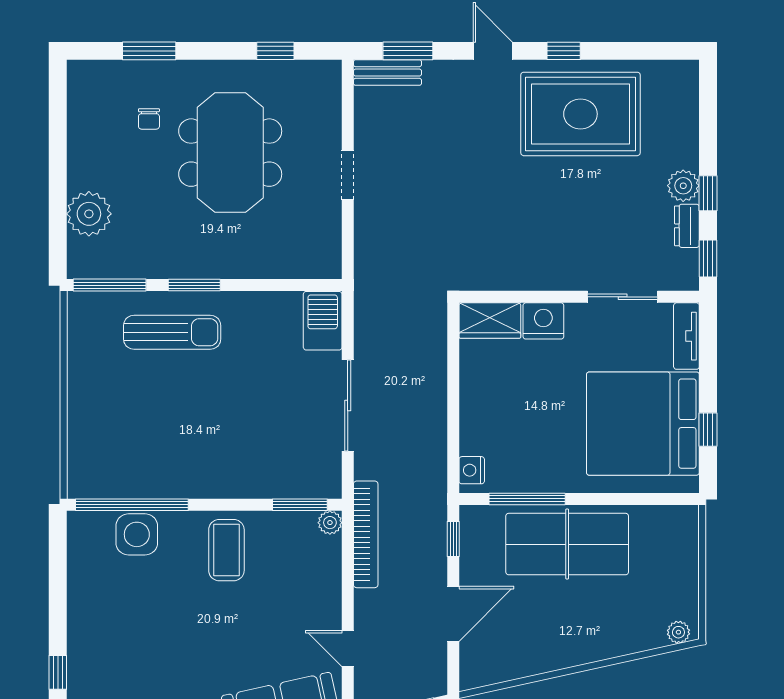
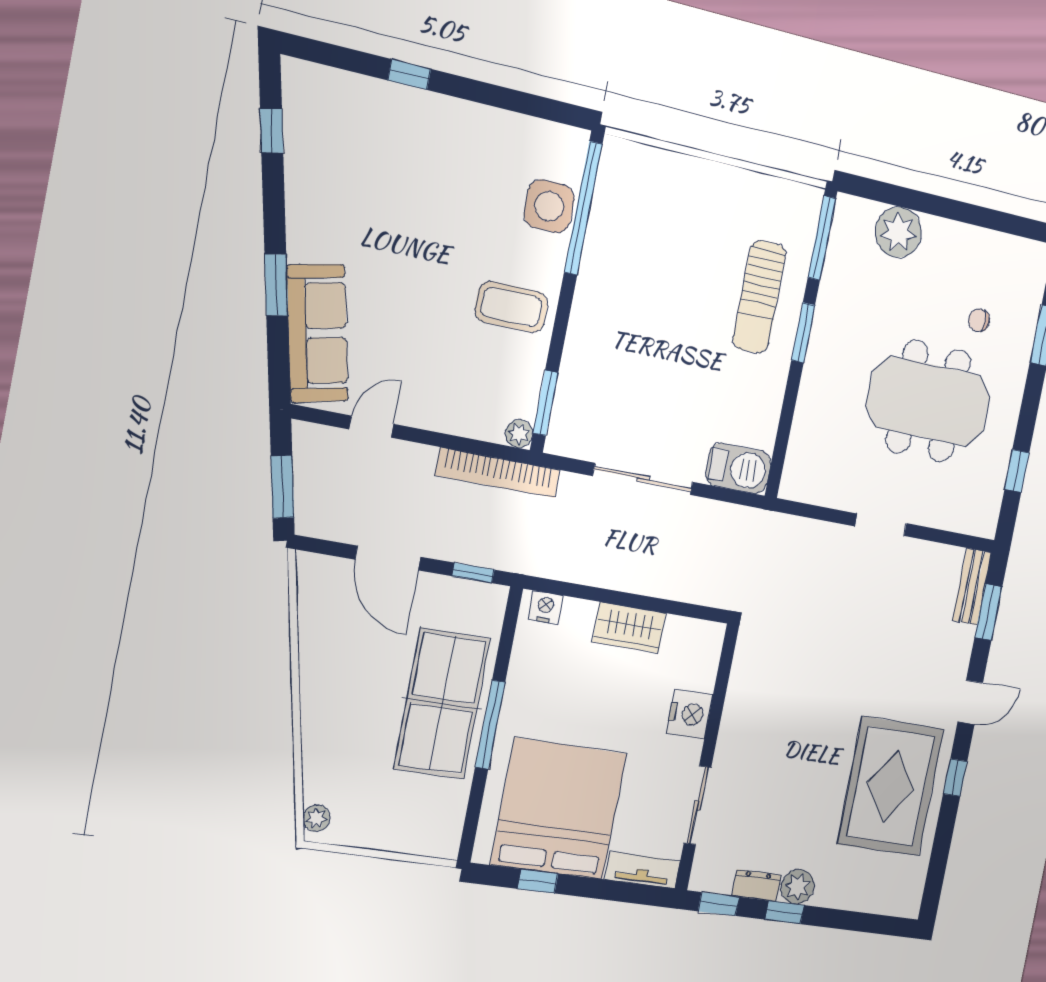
wardrobe: (490, 321) -> (629, 628), moved, turned -90
window: (527, 499) -> (490, 725), moved

